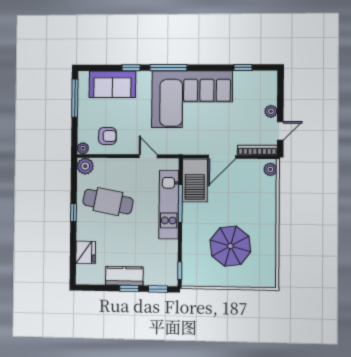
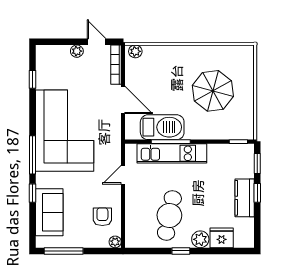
plant: (85, 166) -> (200, 239), moved
barbecue: (195, 180) -> (162, 127), moved

